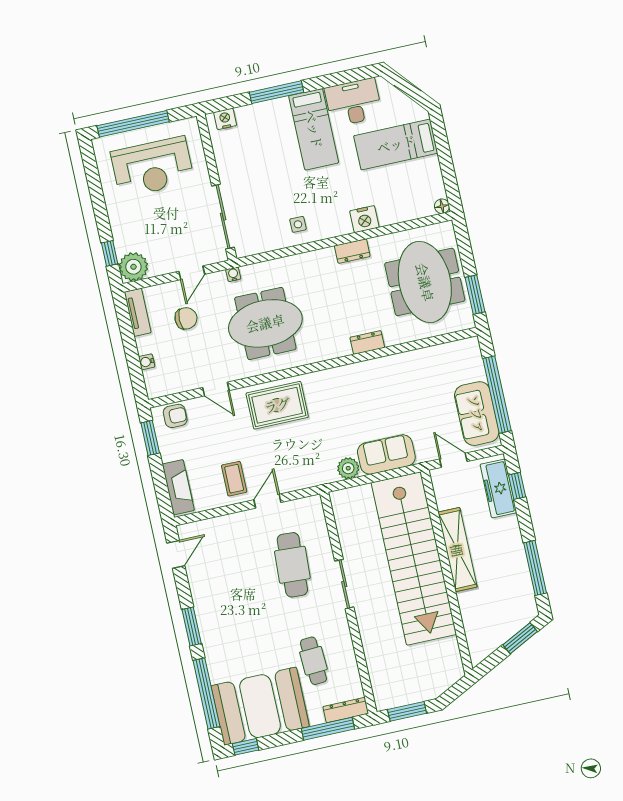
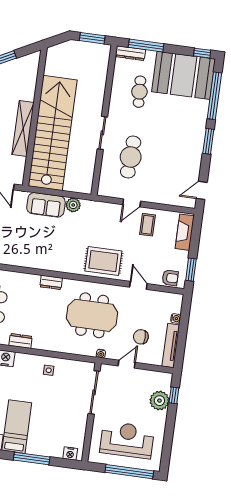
plant: (133, 267) -> (159, 401), moved
tv unit: (138, 312) -> (171, 346), width x1.41
dresser: (367, 342) -> (51, 282), moved
armchair: (175, 416) -> (170, 278), turned 180

